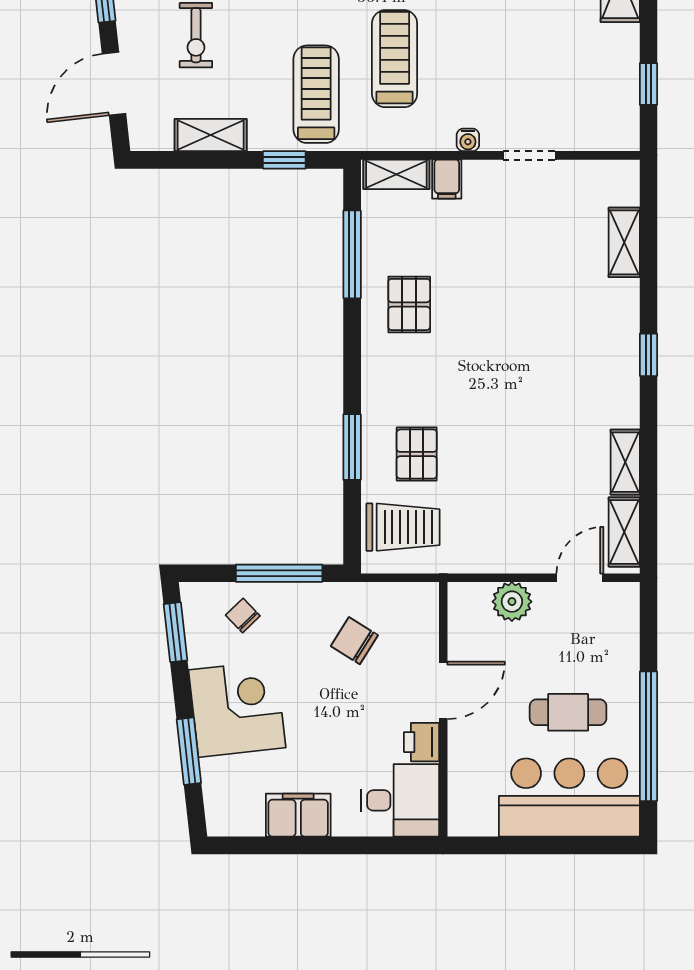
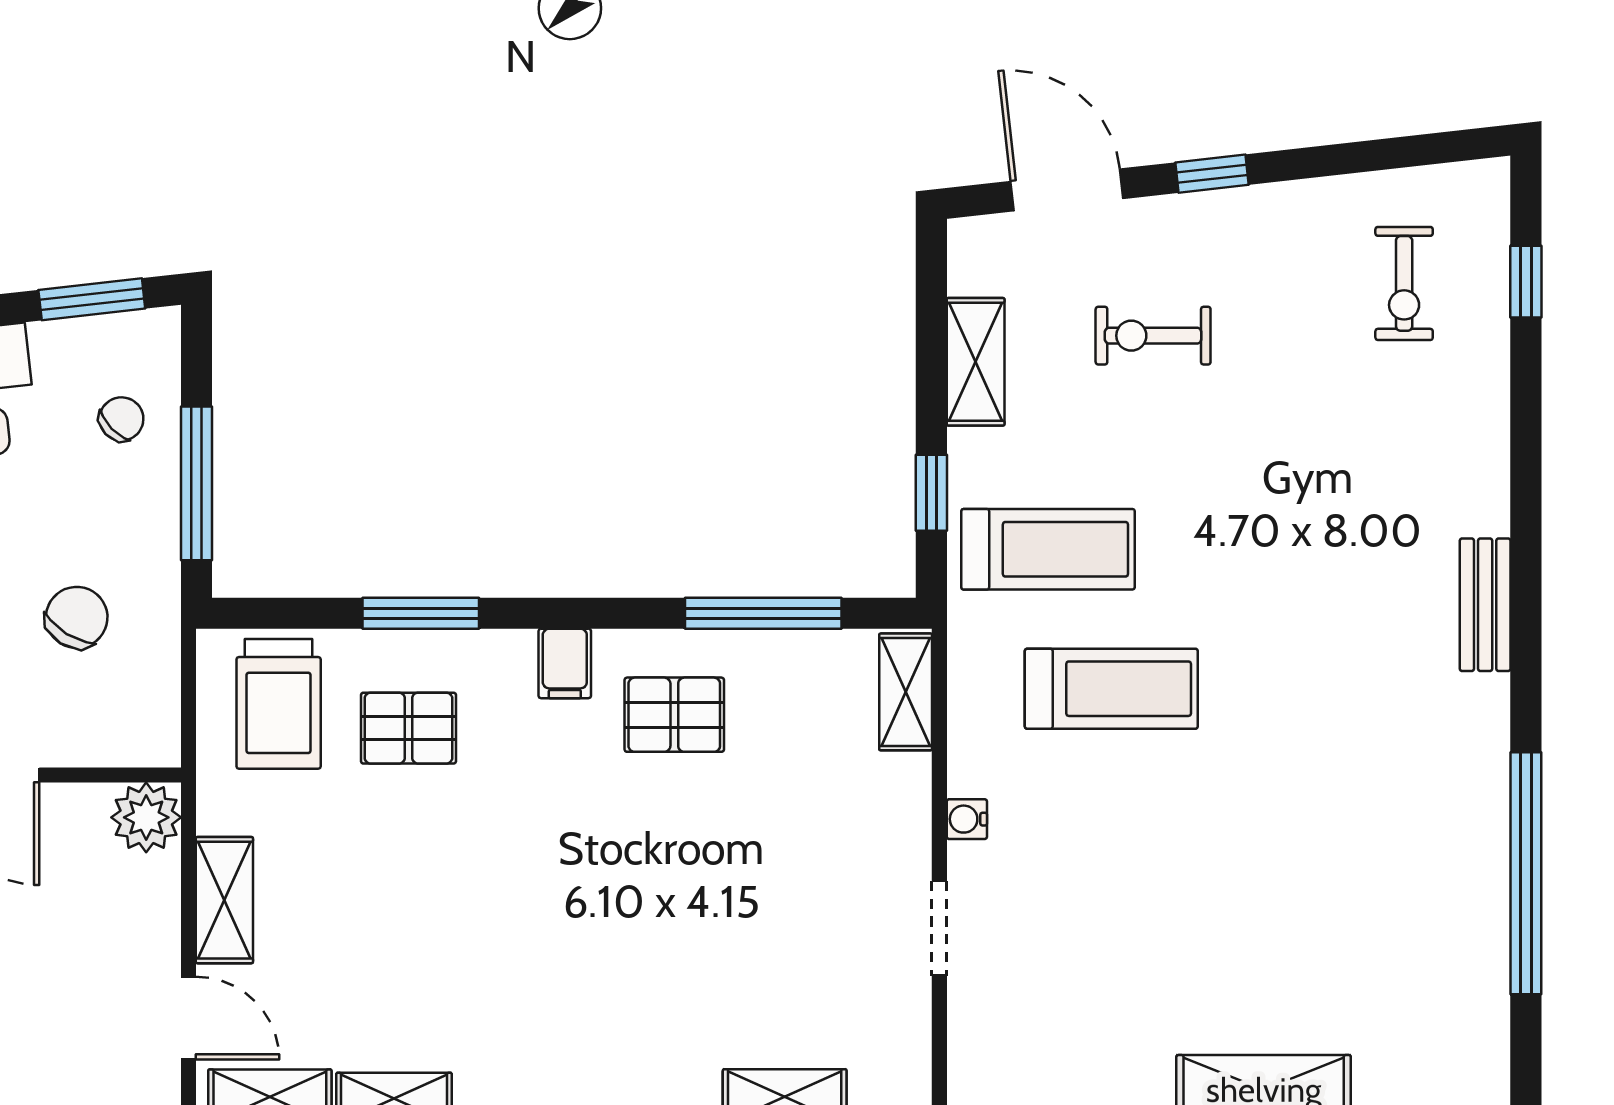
filing cabinet: (447, 179) -> (565, 663), moved, turned -90
shelving: (513, 558) -> (224, 900), added
plant: (512, 602) -> (146, 817), moved

